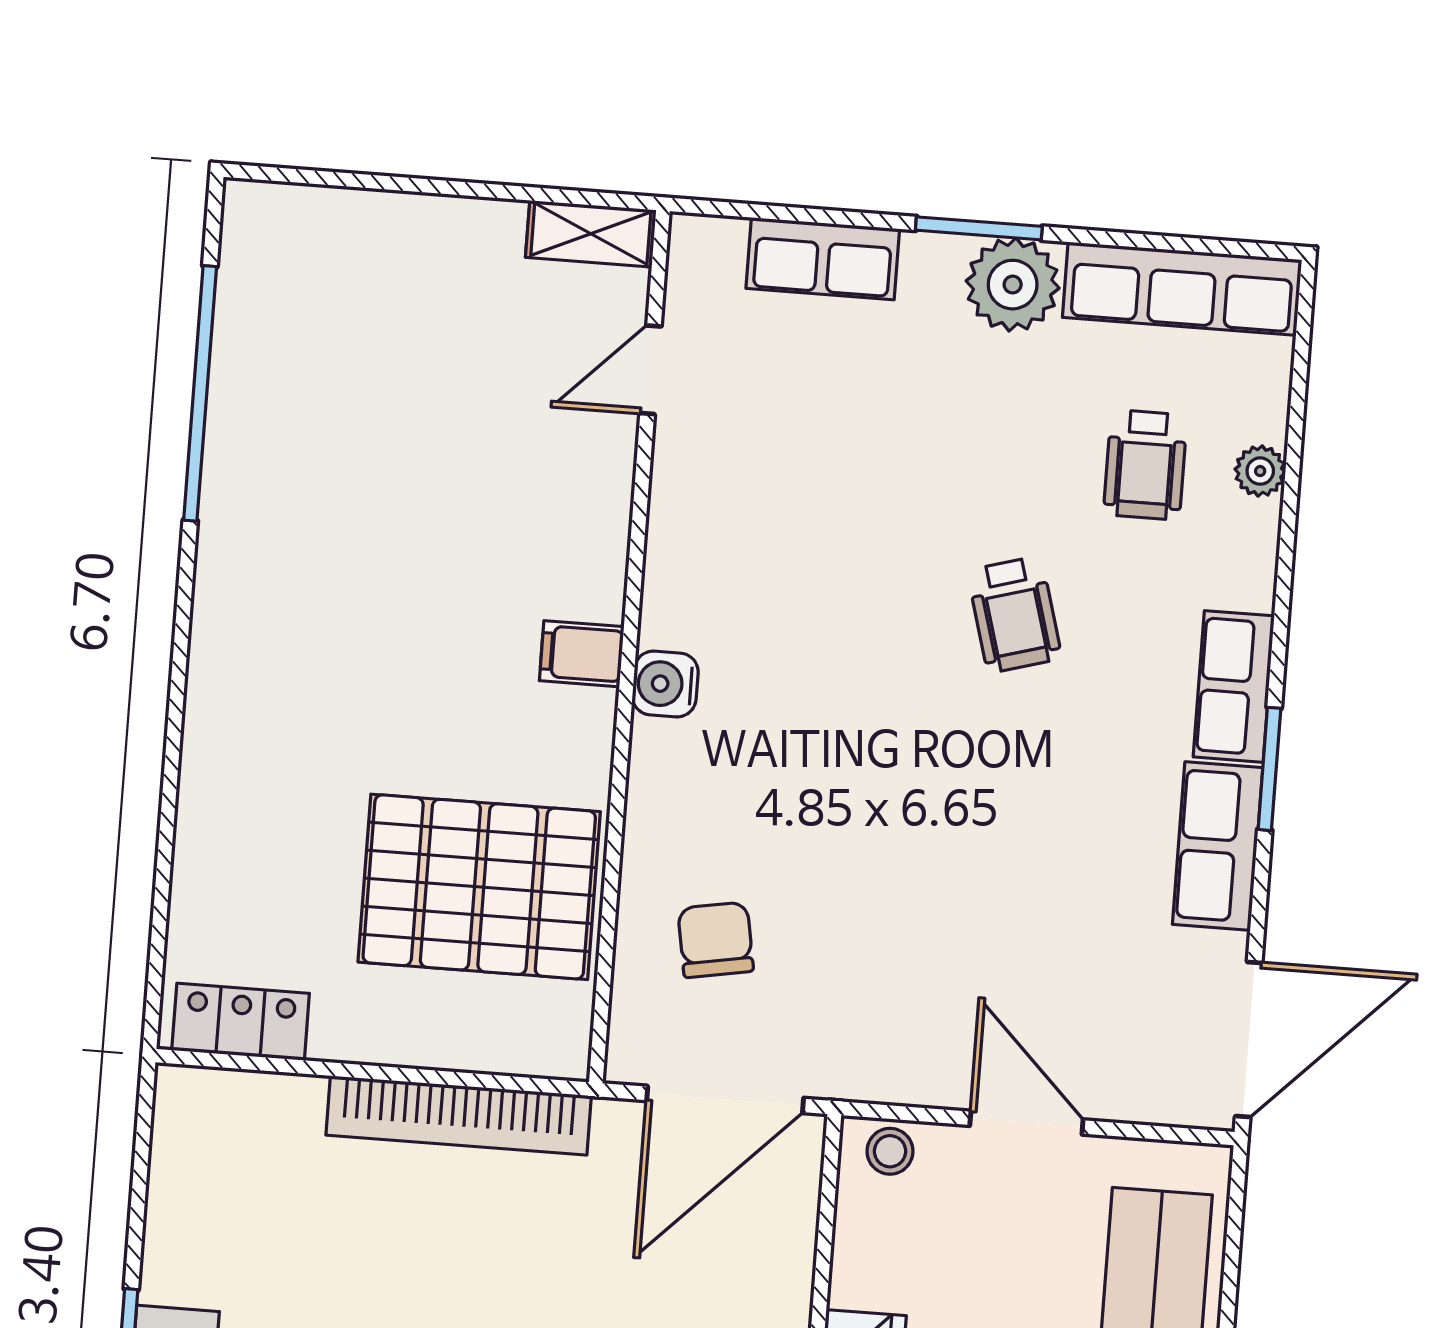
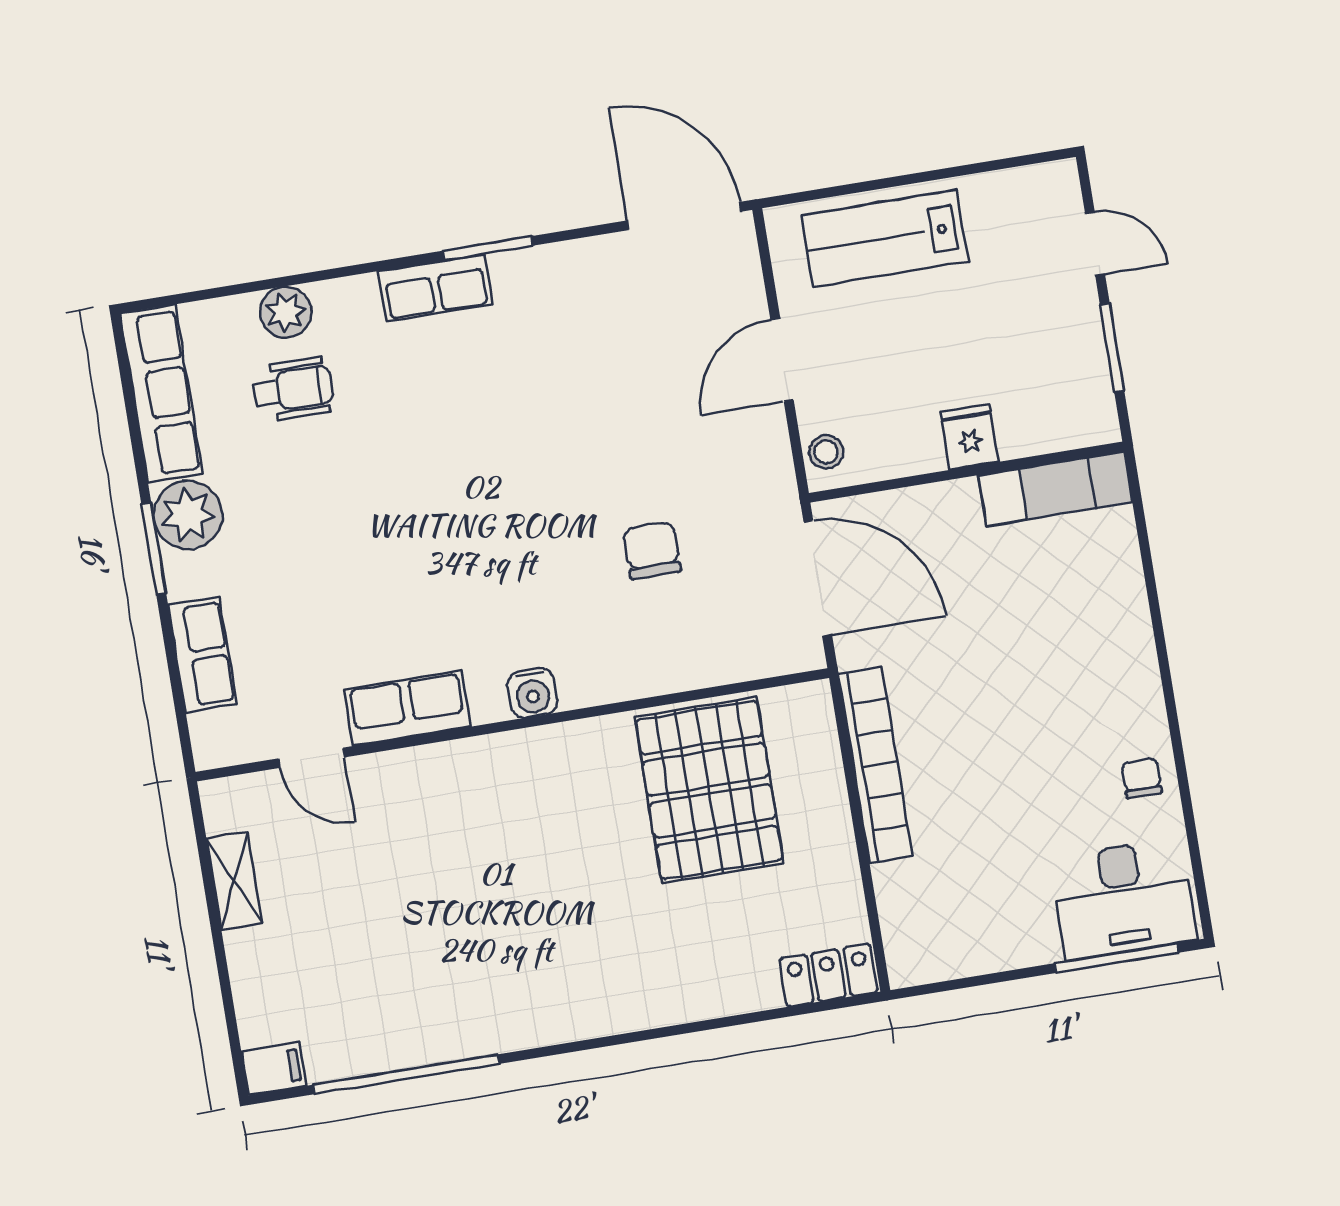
shelving: (591, 234) -> (234, 881), moved
plant: (1260, 471) -> (286, 312), width x1.38, depth x1.38
wheelchair: (1014, 614) -> (422, 456), removed
filing cabinet: (582, 654) -> (274, 1069), moved, turned -90
row of seats: (1218, 846) -> (407, 708), moved, turned 180
chair: (716, 940) -> (652, 550), moved, turned 100
locker: (241, 1022) -> (828, 975), moved, turned 90

